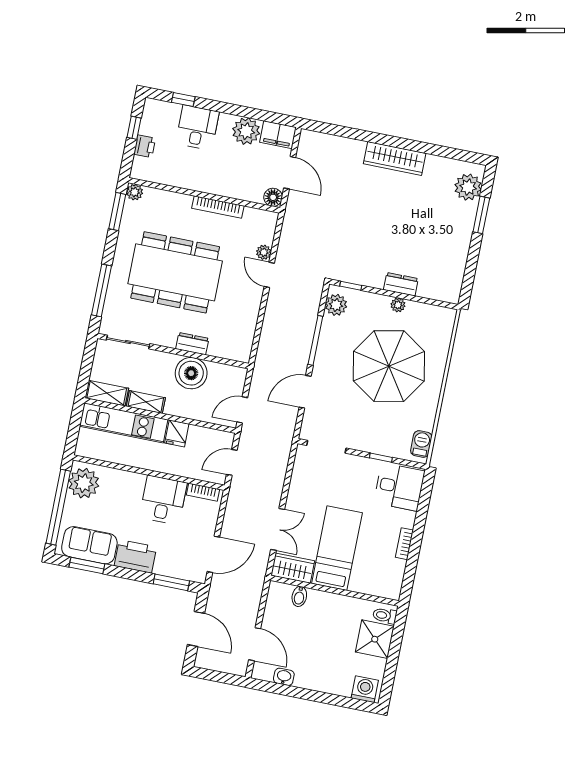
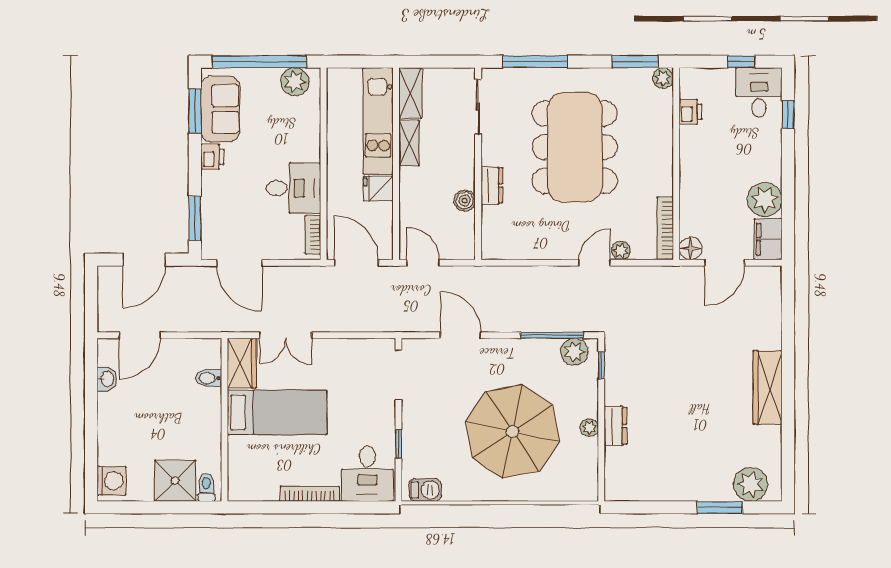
desk: (197, 128) -> (759, 92), moved, turned -90
printer: (145, 146) -> (690, 112), moved, turned -90
bookcase: (218, 207) -> (665, 228), moved
window: (315, 340) -> (552, 335), moved
boiler: (191, 373) -> (465, 200), width x0.54, depth x0.54
door: (232, 462) -> (356, 263), width x1.38
plant: (84, 483) -> (295, 82), width x0.73, depth x0.73
bookcase: (404, 544) -> (310, 494), width x1.56
printer: (135, 556) -> (212, 157), width x0.53, depth x0.68

